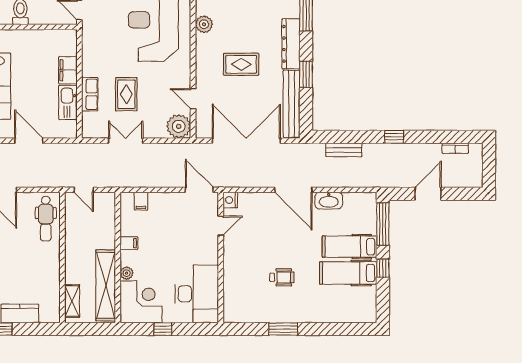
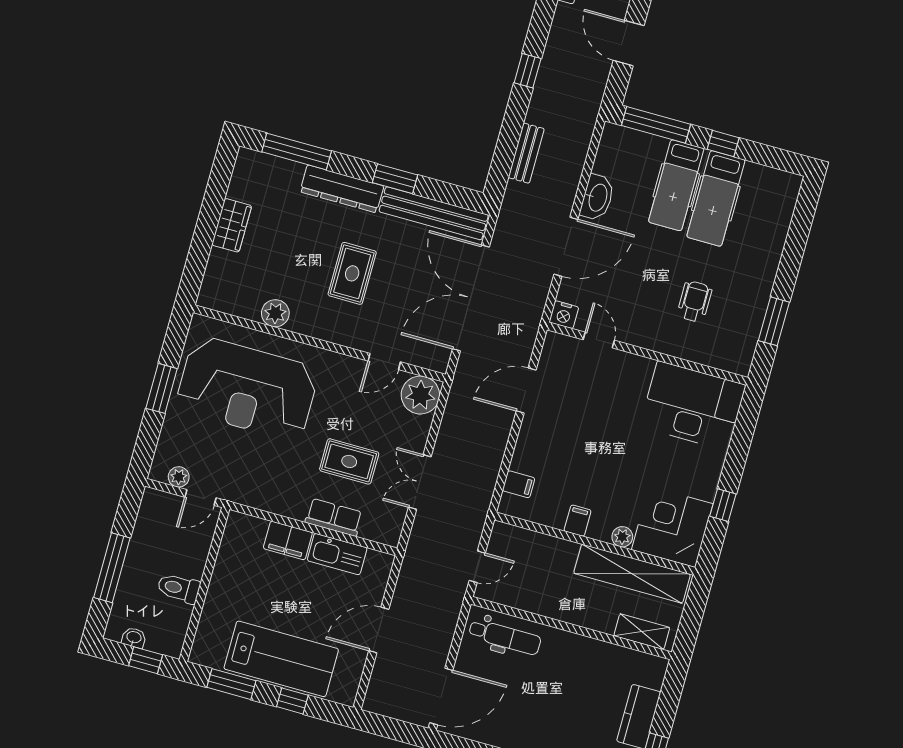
nightstand: (230, 200) -> (564, 315), moved
door: (221, 226) -> (599, 340), moved
wall: (221, 258) -> (647, 354), moved
desk: (197, 294) -> (693, 406), moved

